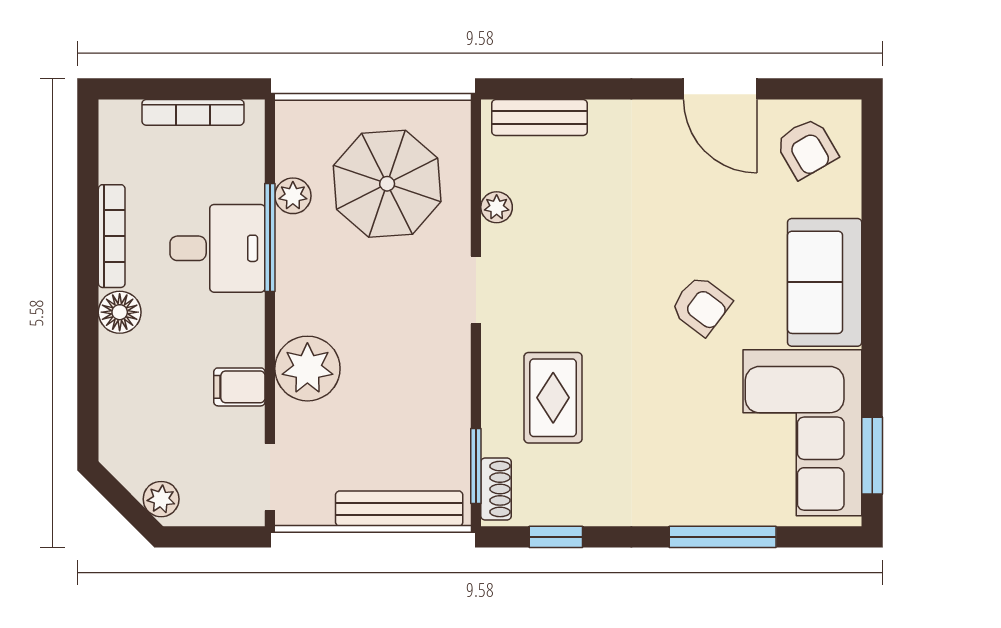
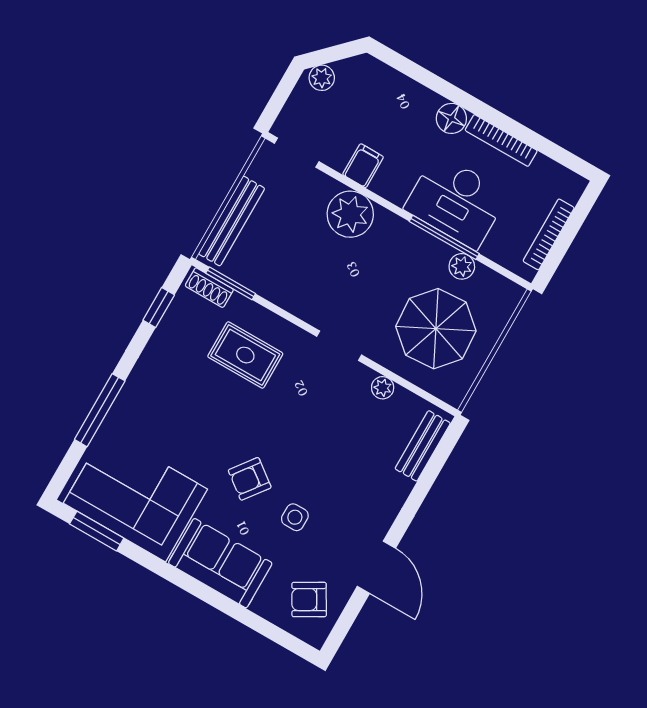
door: (720, 89) -> (376, 567), swing flipped
side table: (716, 223) -> (295, 517), added
desk: (217, 248) -> (456, 201), width x1.37

